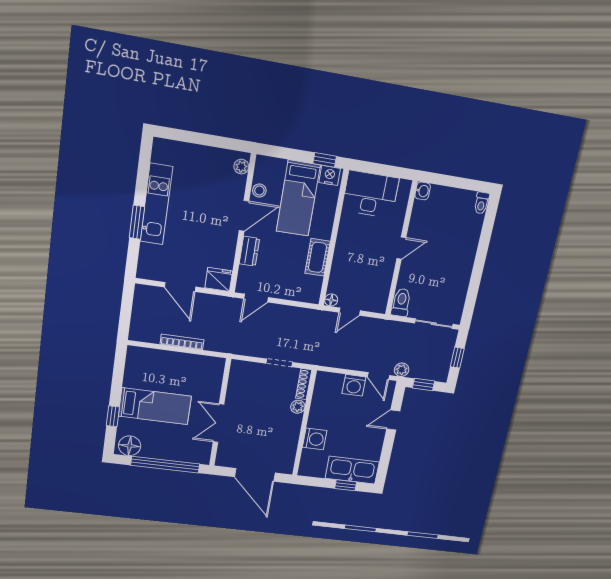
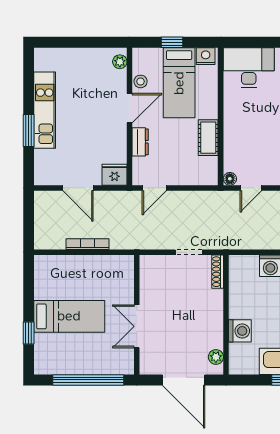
window: (325, 160) -> (172, 42), moved
plant: (298, 407) -> (216, 357), moved
floor lamp: (130, 446) -> (49, 363), removed

